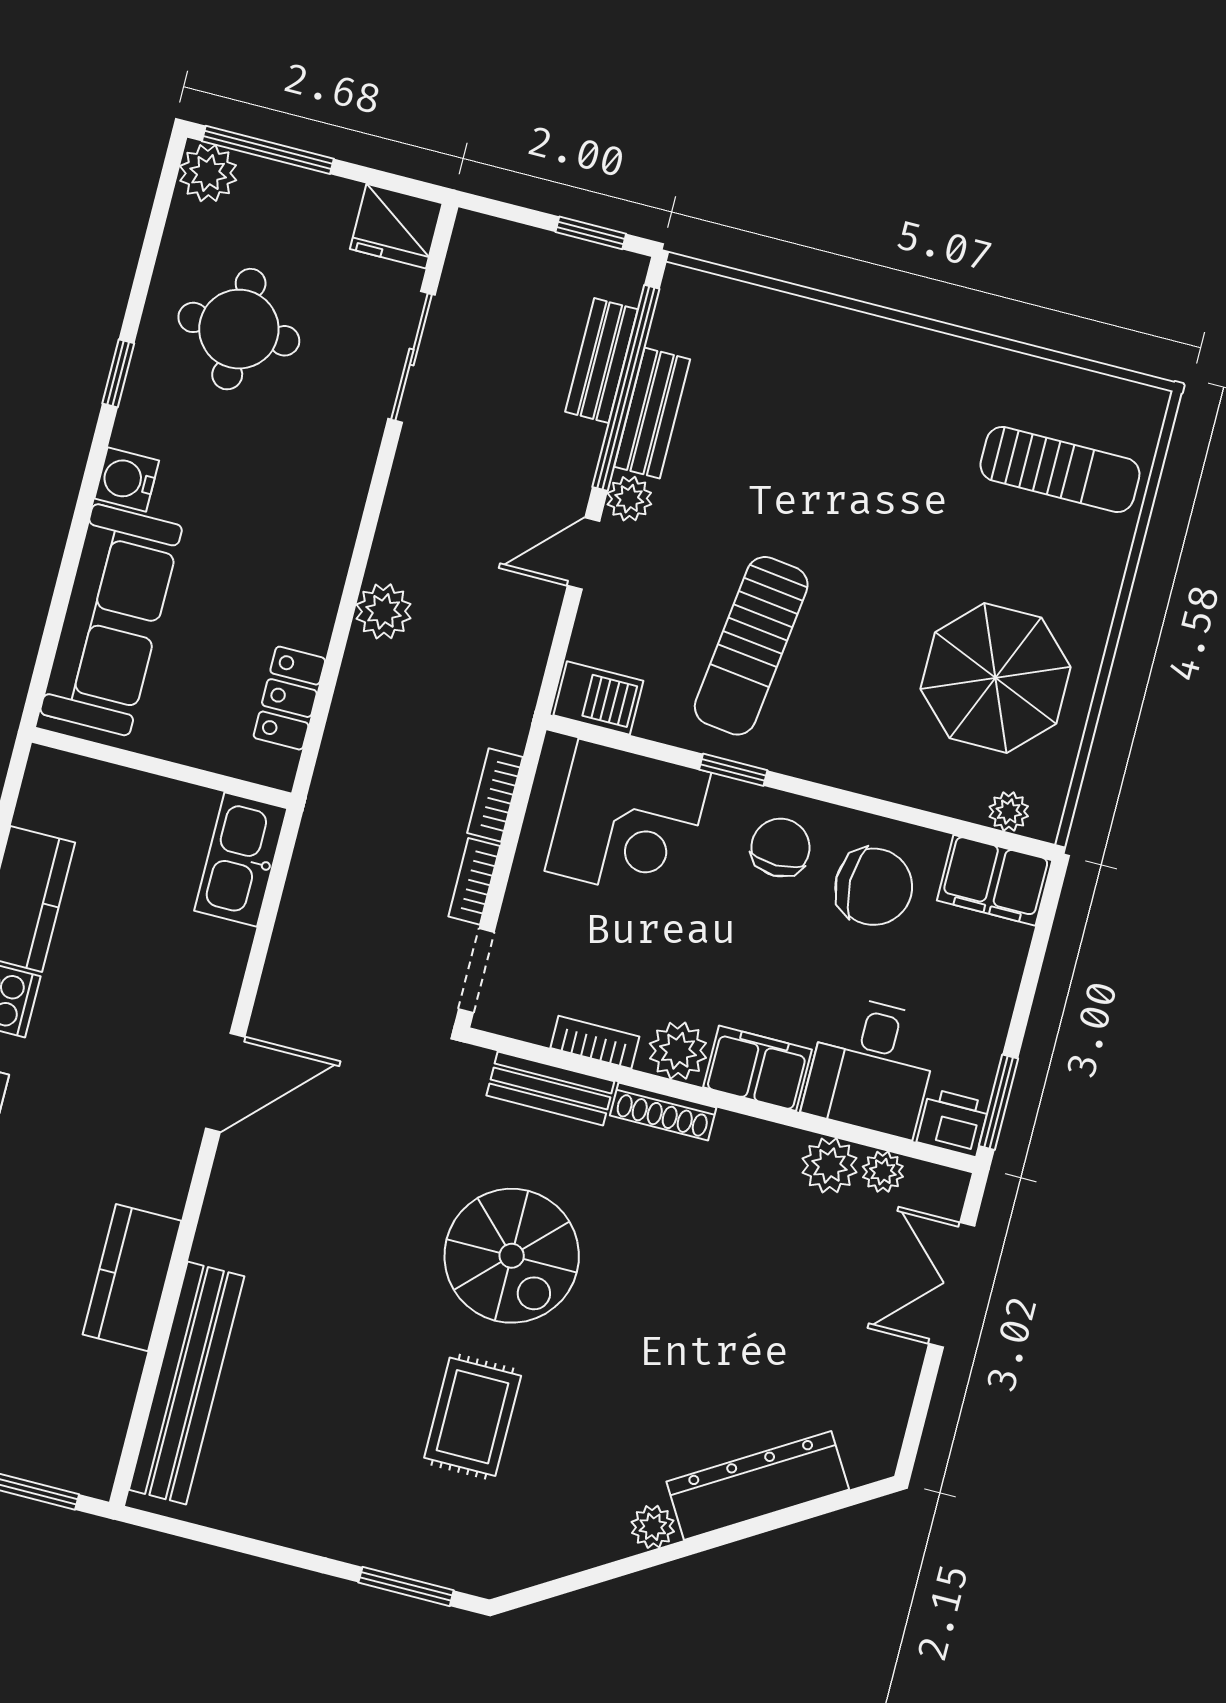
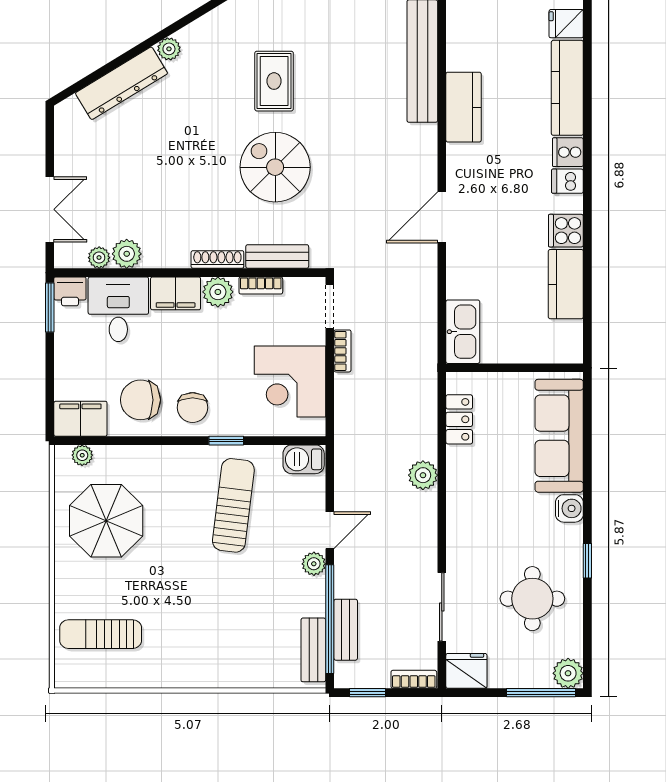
bench: (652, 413) -> (313, 650), moved
bookcase: (495, 795) -> (414, 679), moved, turned -90
corner desk: (628, 822) -> (290, 382), moved, turned -90

